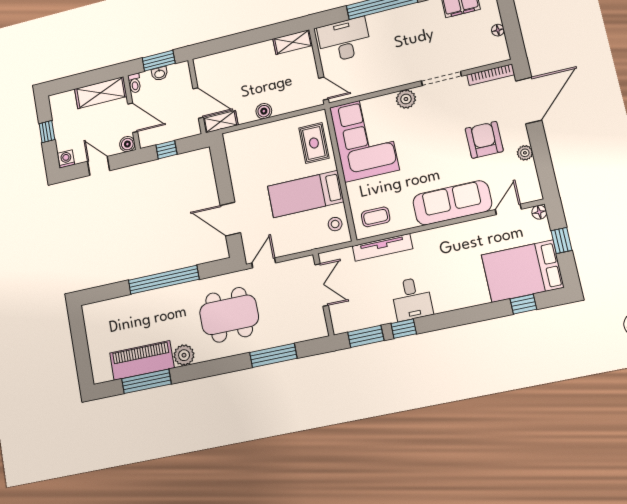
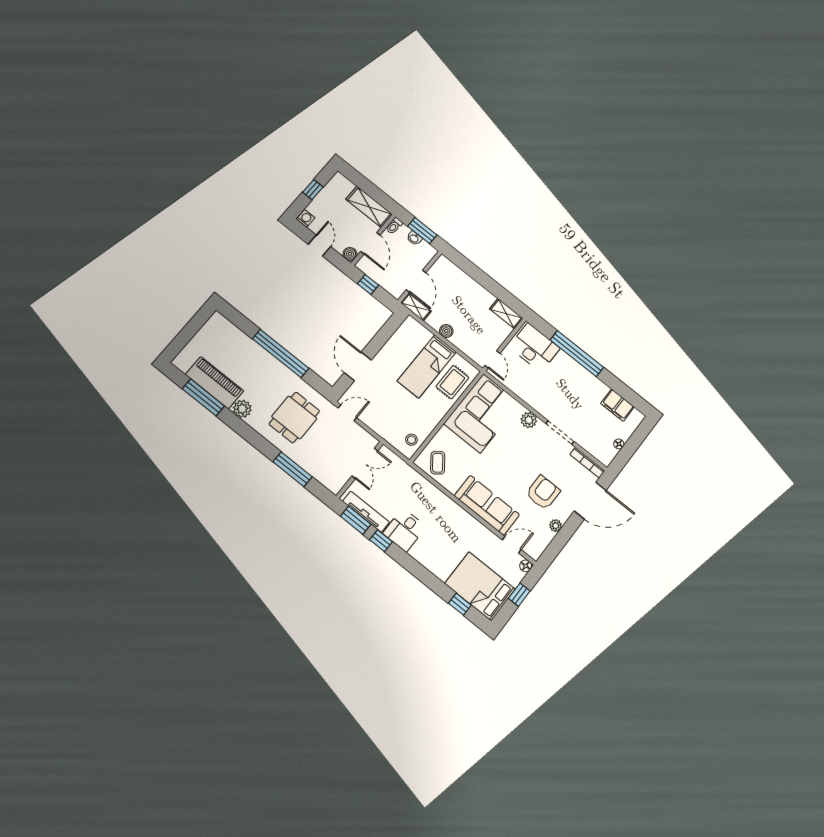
bed: (306, 194) -> (427, 366), moved, turned -90
coffee table: (376, 217) -> (438, 463), turned 53
tv unit: (382, 247) -> (366, 512), moved, turned 180
dining table: (229, 315) -> (294, 417), width x0.73

